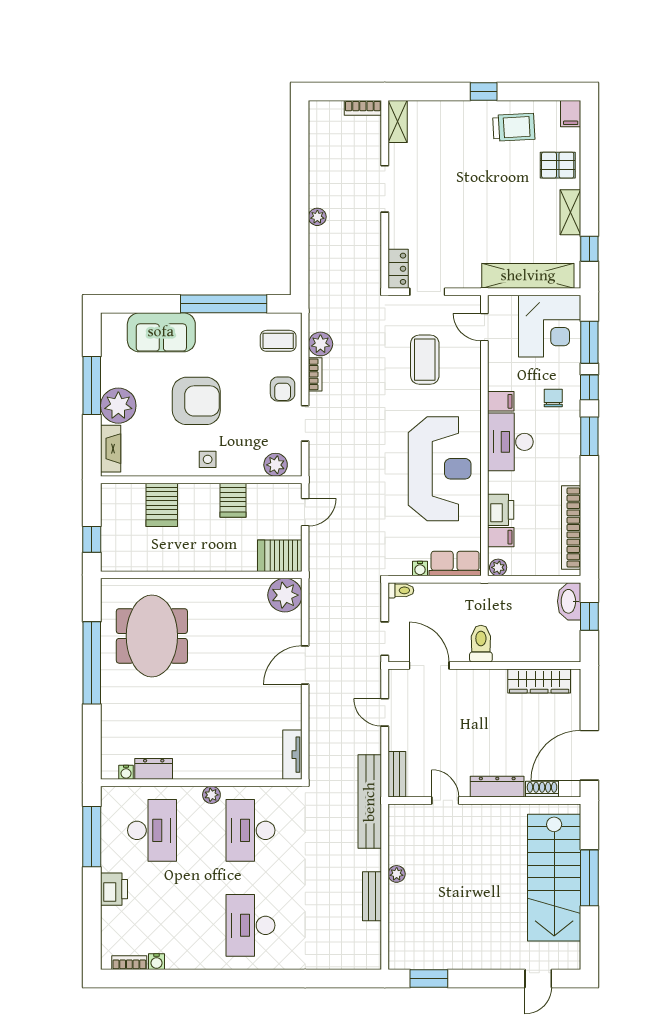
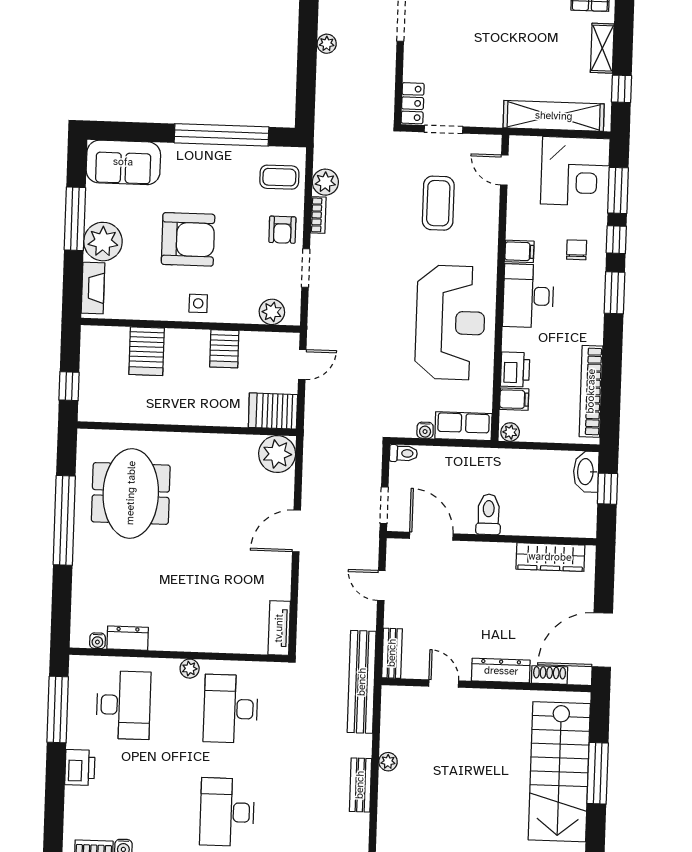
sofa: (161, 332) -> (123, 162), moved

